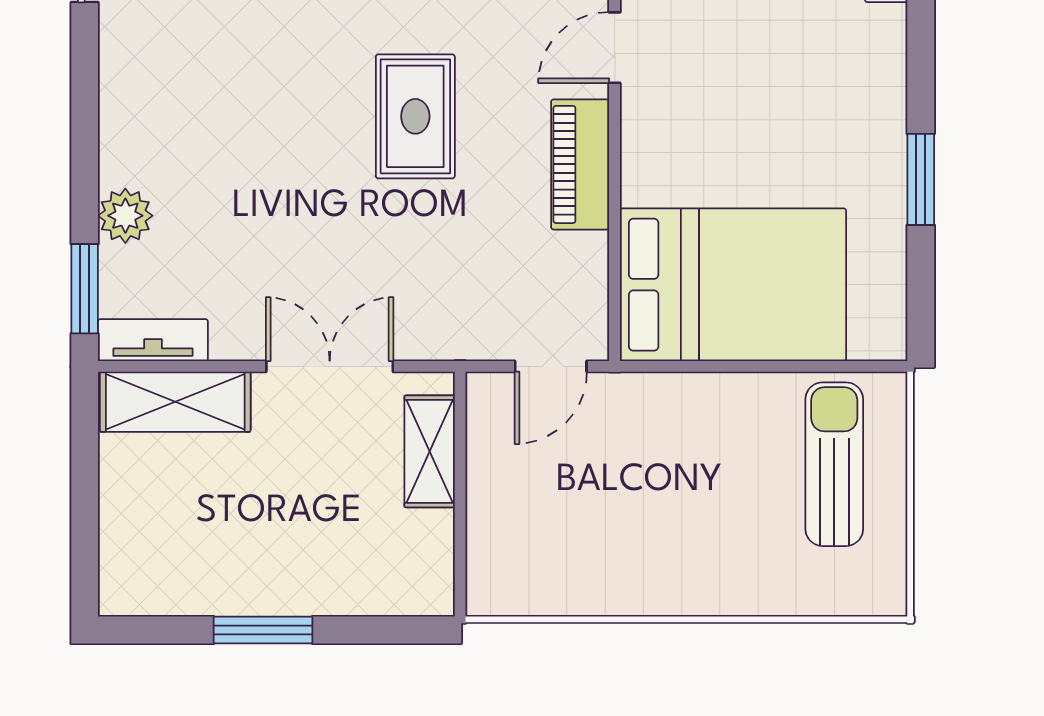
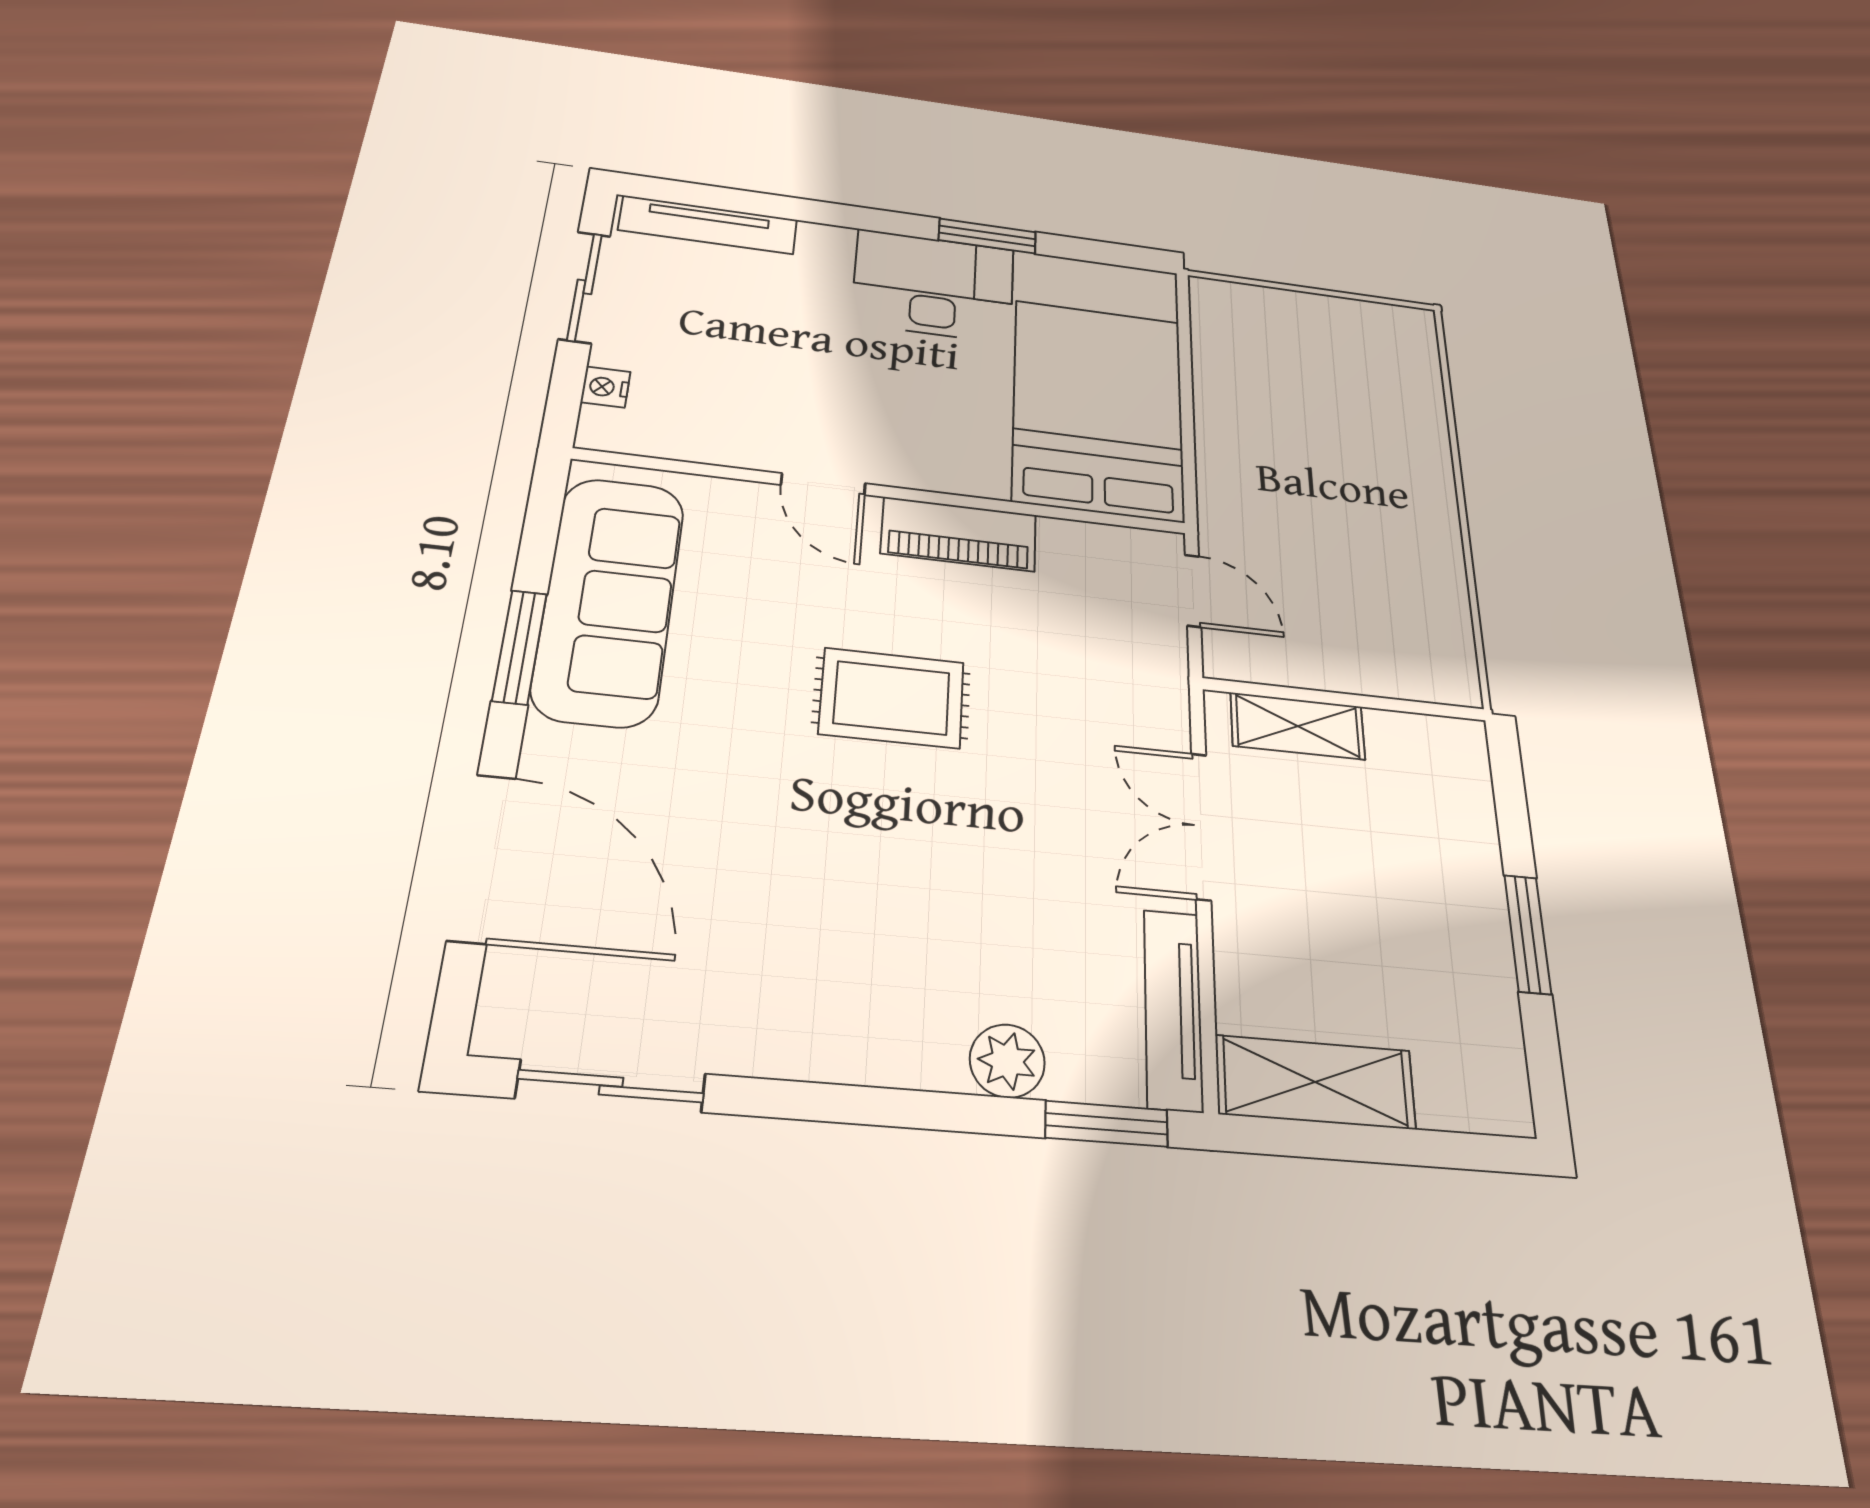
desk: (851, 132) -> (934, 286), added
tv unit: (153, 340) -> (1173, 1009), width x1.41
shelving: (175, 402) -> (1315, 1082), moved, turned 90
sun lounger: (834, 464) -> (1286, 348), removed

